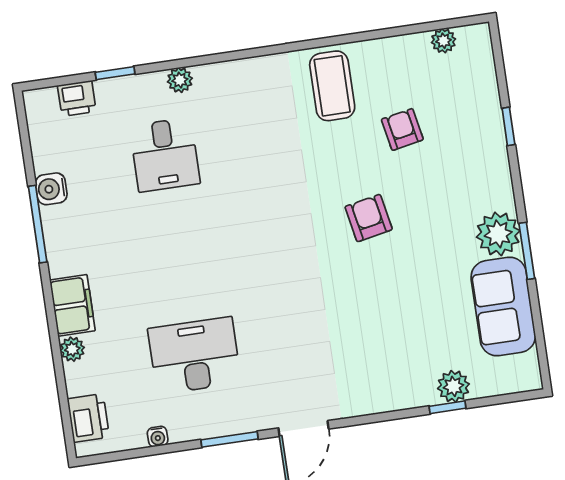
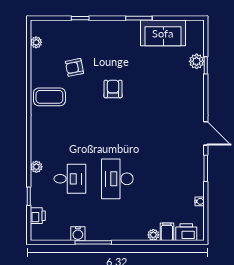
armchair: (369, 218) -> (113, 89), turned 101
plant: (498, 234) -> (129, 30), removed
filing cabinet: (72, 305) -> (167, 232), moved, width x0.50
desk: (195, 356) -> (117, 179), moved

